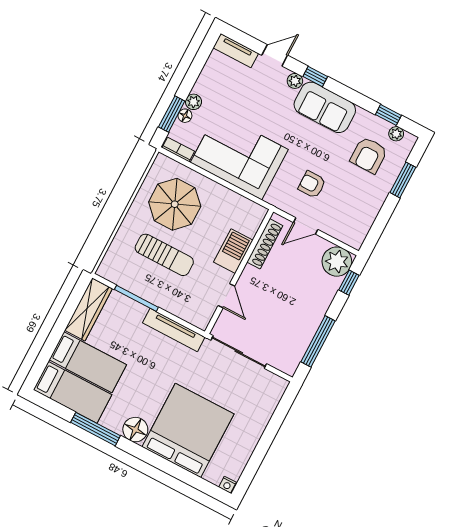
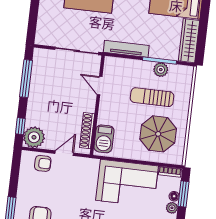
armchair: (312, 184) -> (43, 163), moved
barbecue: (233, 251) -> (104, 139), moved
plant: (139, 286) -> (161, 70), added

